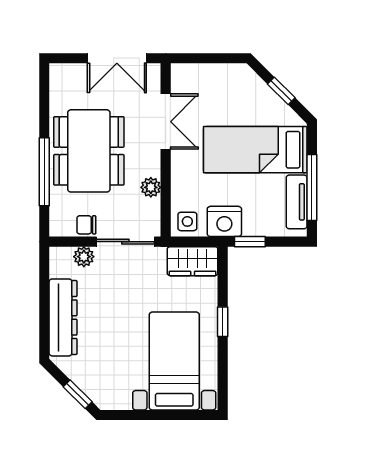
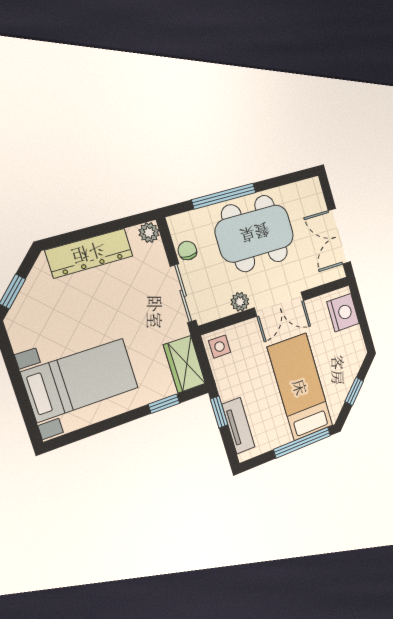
double door: (166, 122) -> (279, 304), moved
window: (312, 188) -> (302, 442), moved
tv unit: (297, 202) -> (238, 426), moved, turned 90
nightstand: (224, 221) -> (343, 313), moved, turned 180
plant: (84, 257) -> (149, 233), moved
window: (223, 322) -> (164, 404), moved

